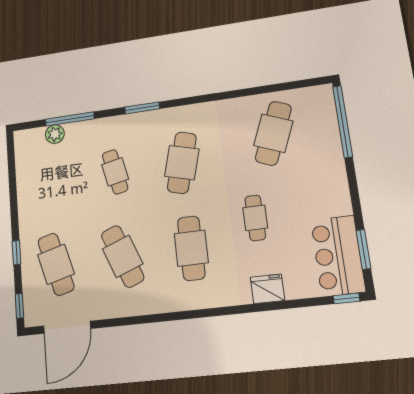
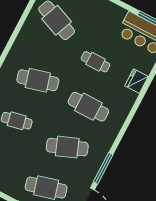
cafe table: (182, 163) -> (38, 80), turned -30
window: (125, 321) -> (103, 168), added

